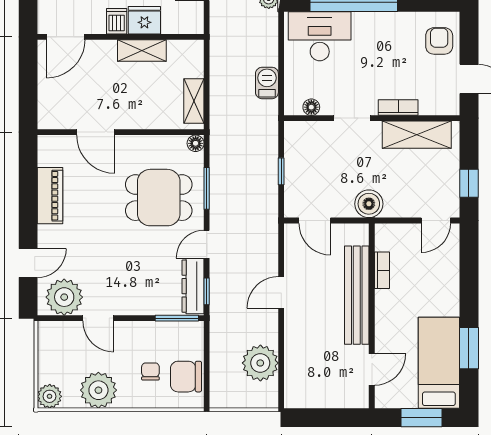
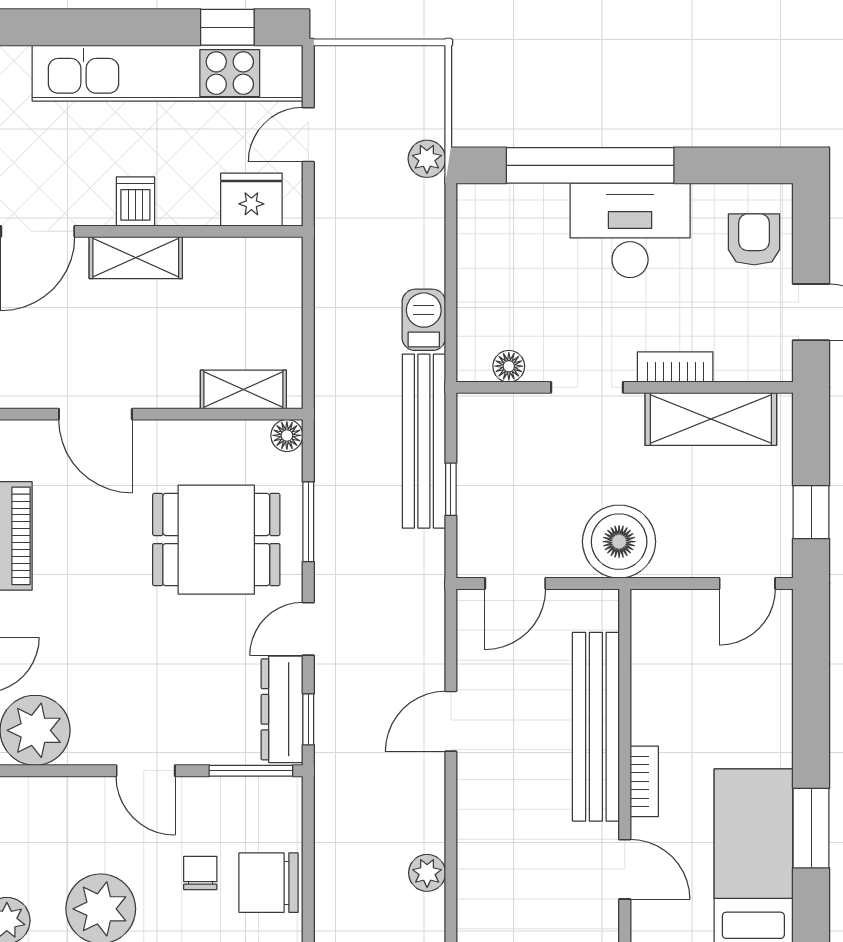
fridge: (144, 20) -> (251, 200), moved
desk: (320, 36) -> (630, 230), moved
shelving: (142, 51) -> (136, 258), moved
shelving: (194, 101) -> (243, 389), moved, turned 90
bench: (267, 146) -> (424, 441), added
boiler: (369, 204) -> (619, 542), width x1.37, depth x1.37
door: (315, 221) -> (515, 584), hinge flipped
bookcase: (382, 270) -> (644, 781), moved
door: (98, 318) -> (146, 771), moved
plant: (260, 363) -> (427, 873), width x0.53, depth x0.53
door: (372, 370) -> (625, 869), hinge flipped

